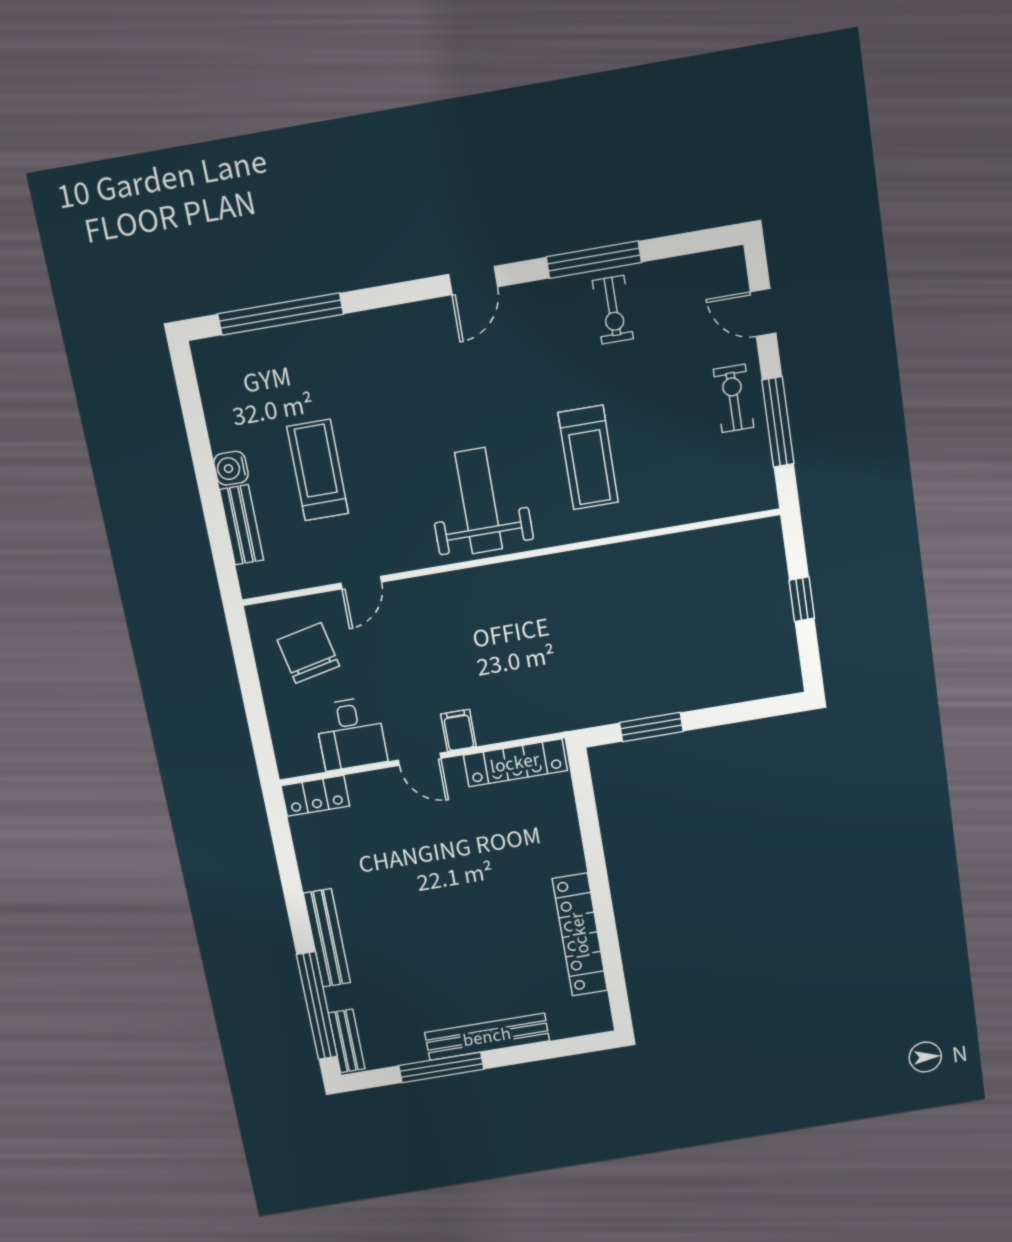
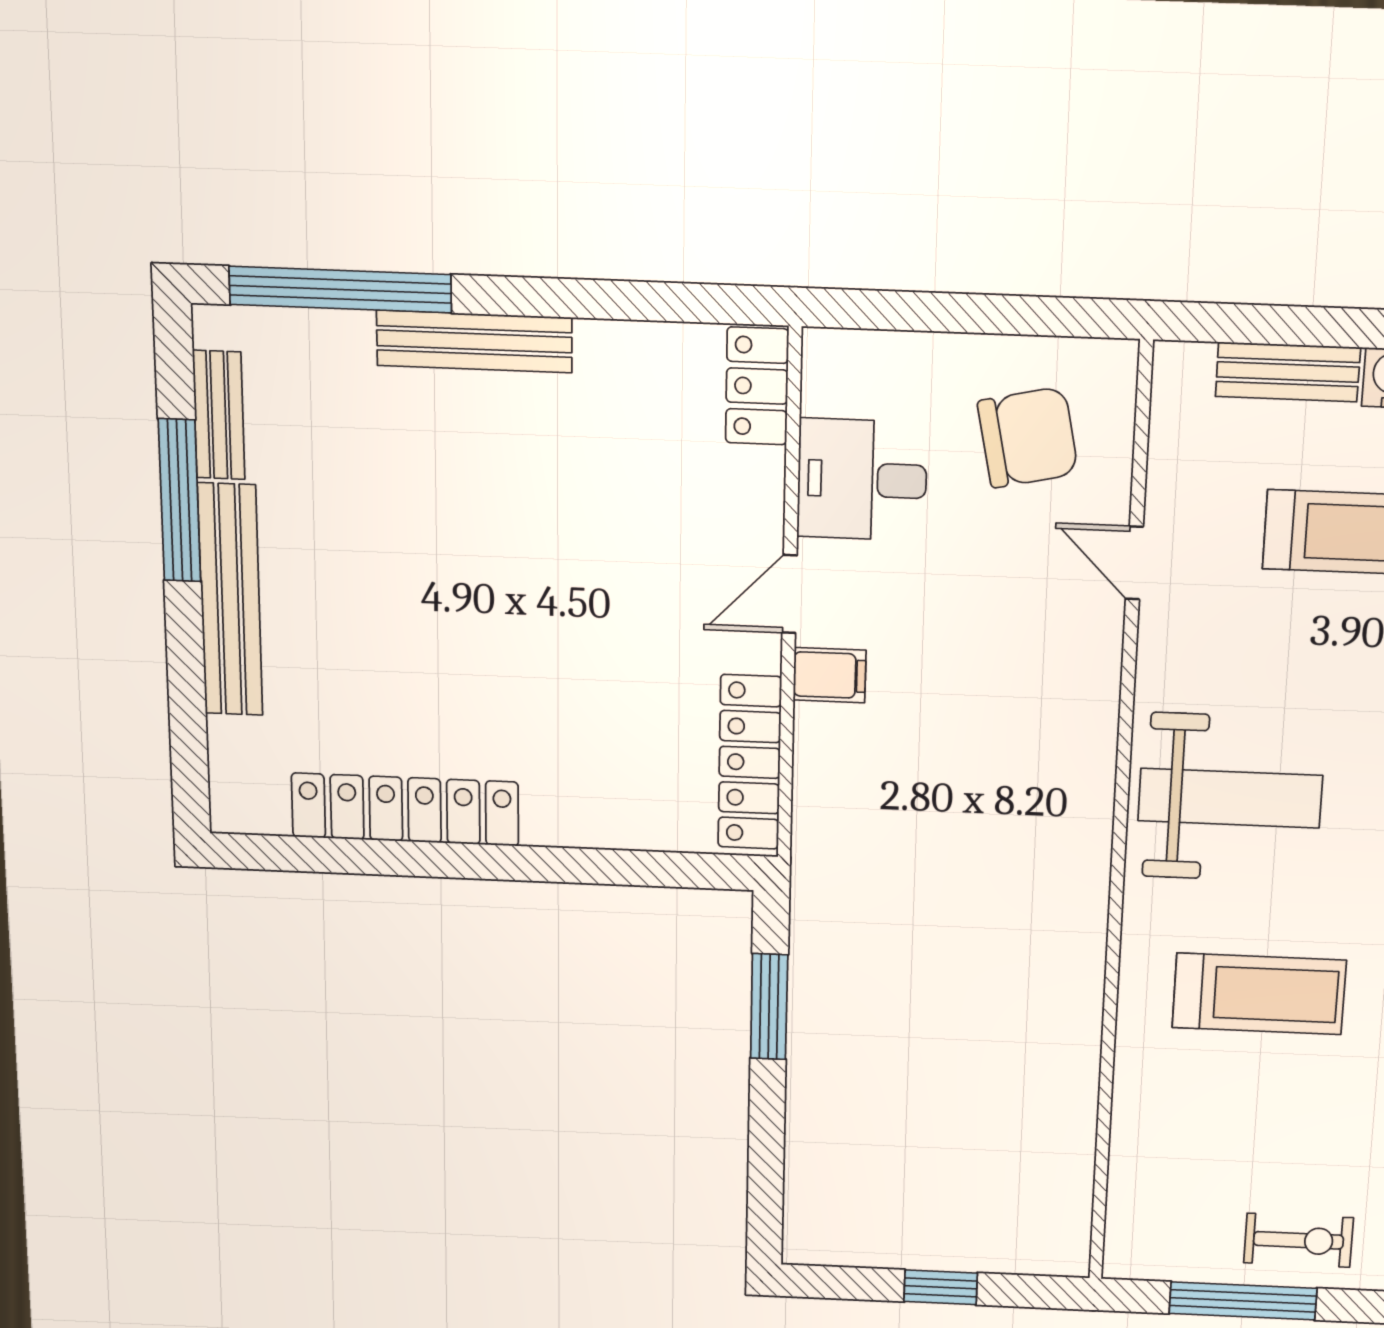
treadmill: (588, 458) -> (1259, 994), turned 180
bench: (347, 1041) -> (219, 415), moved, turned 90

